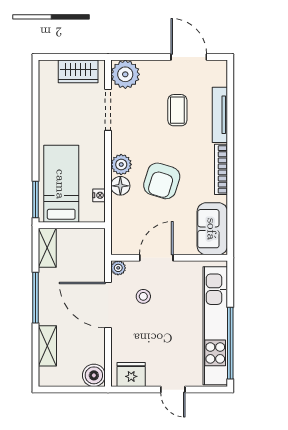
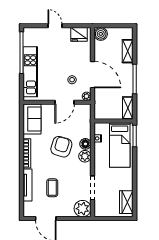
wardrobe: (78, 71) -> (126, 202), moved, turned -90
kitchen unit: (215, 326) -> (30, 72), width x0.73

